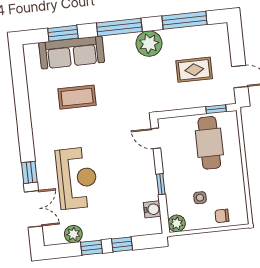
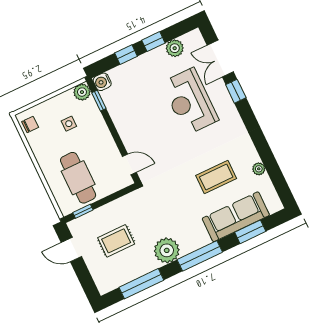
plant: (34, 91) -> (259, 169), added
window: (161, 184) -> (99, 101), moved
water cooler: (152, 209) -> (102, 82), moved
chair: (222, 216) -> (30, 125), moved

